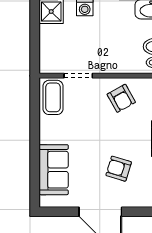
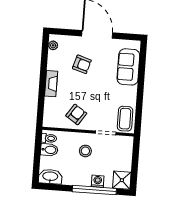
stool: (105, 49) -> (85, 151), added
armchair: (121, 98) -> (76, 114), turned 63

